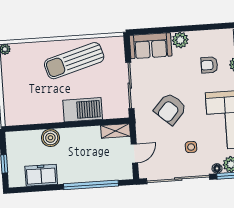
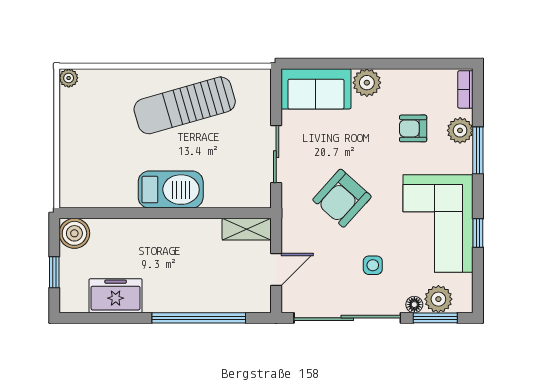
sliding door: (130, 86) -> (276, 154), width x0.73
barbecue: (83, 110) -> (171, 190), moved
boiler: (50, 138) -> (74, 233), moved

